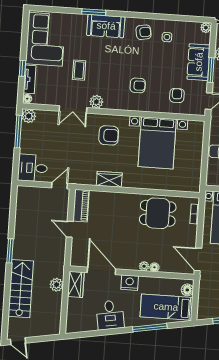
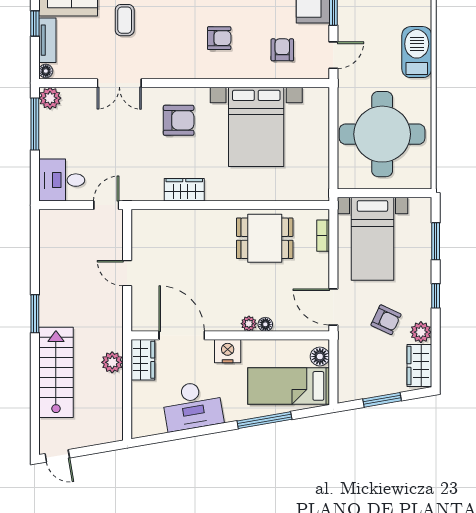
plant: (96, 102) -> (156, 68), removed
piano: (81, 206) -> (142, 235), removed
desk: (110, 315) -> (192, 406), width x1.37

